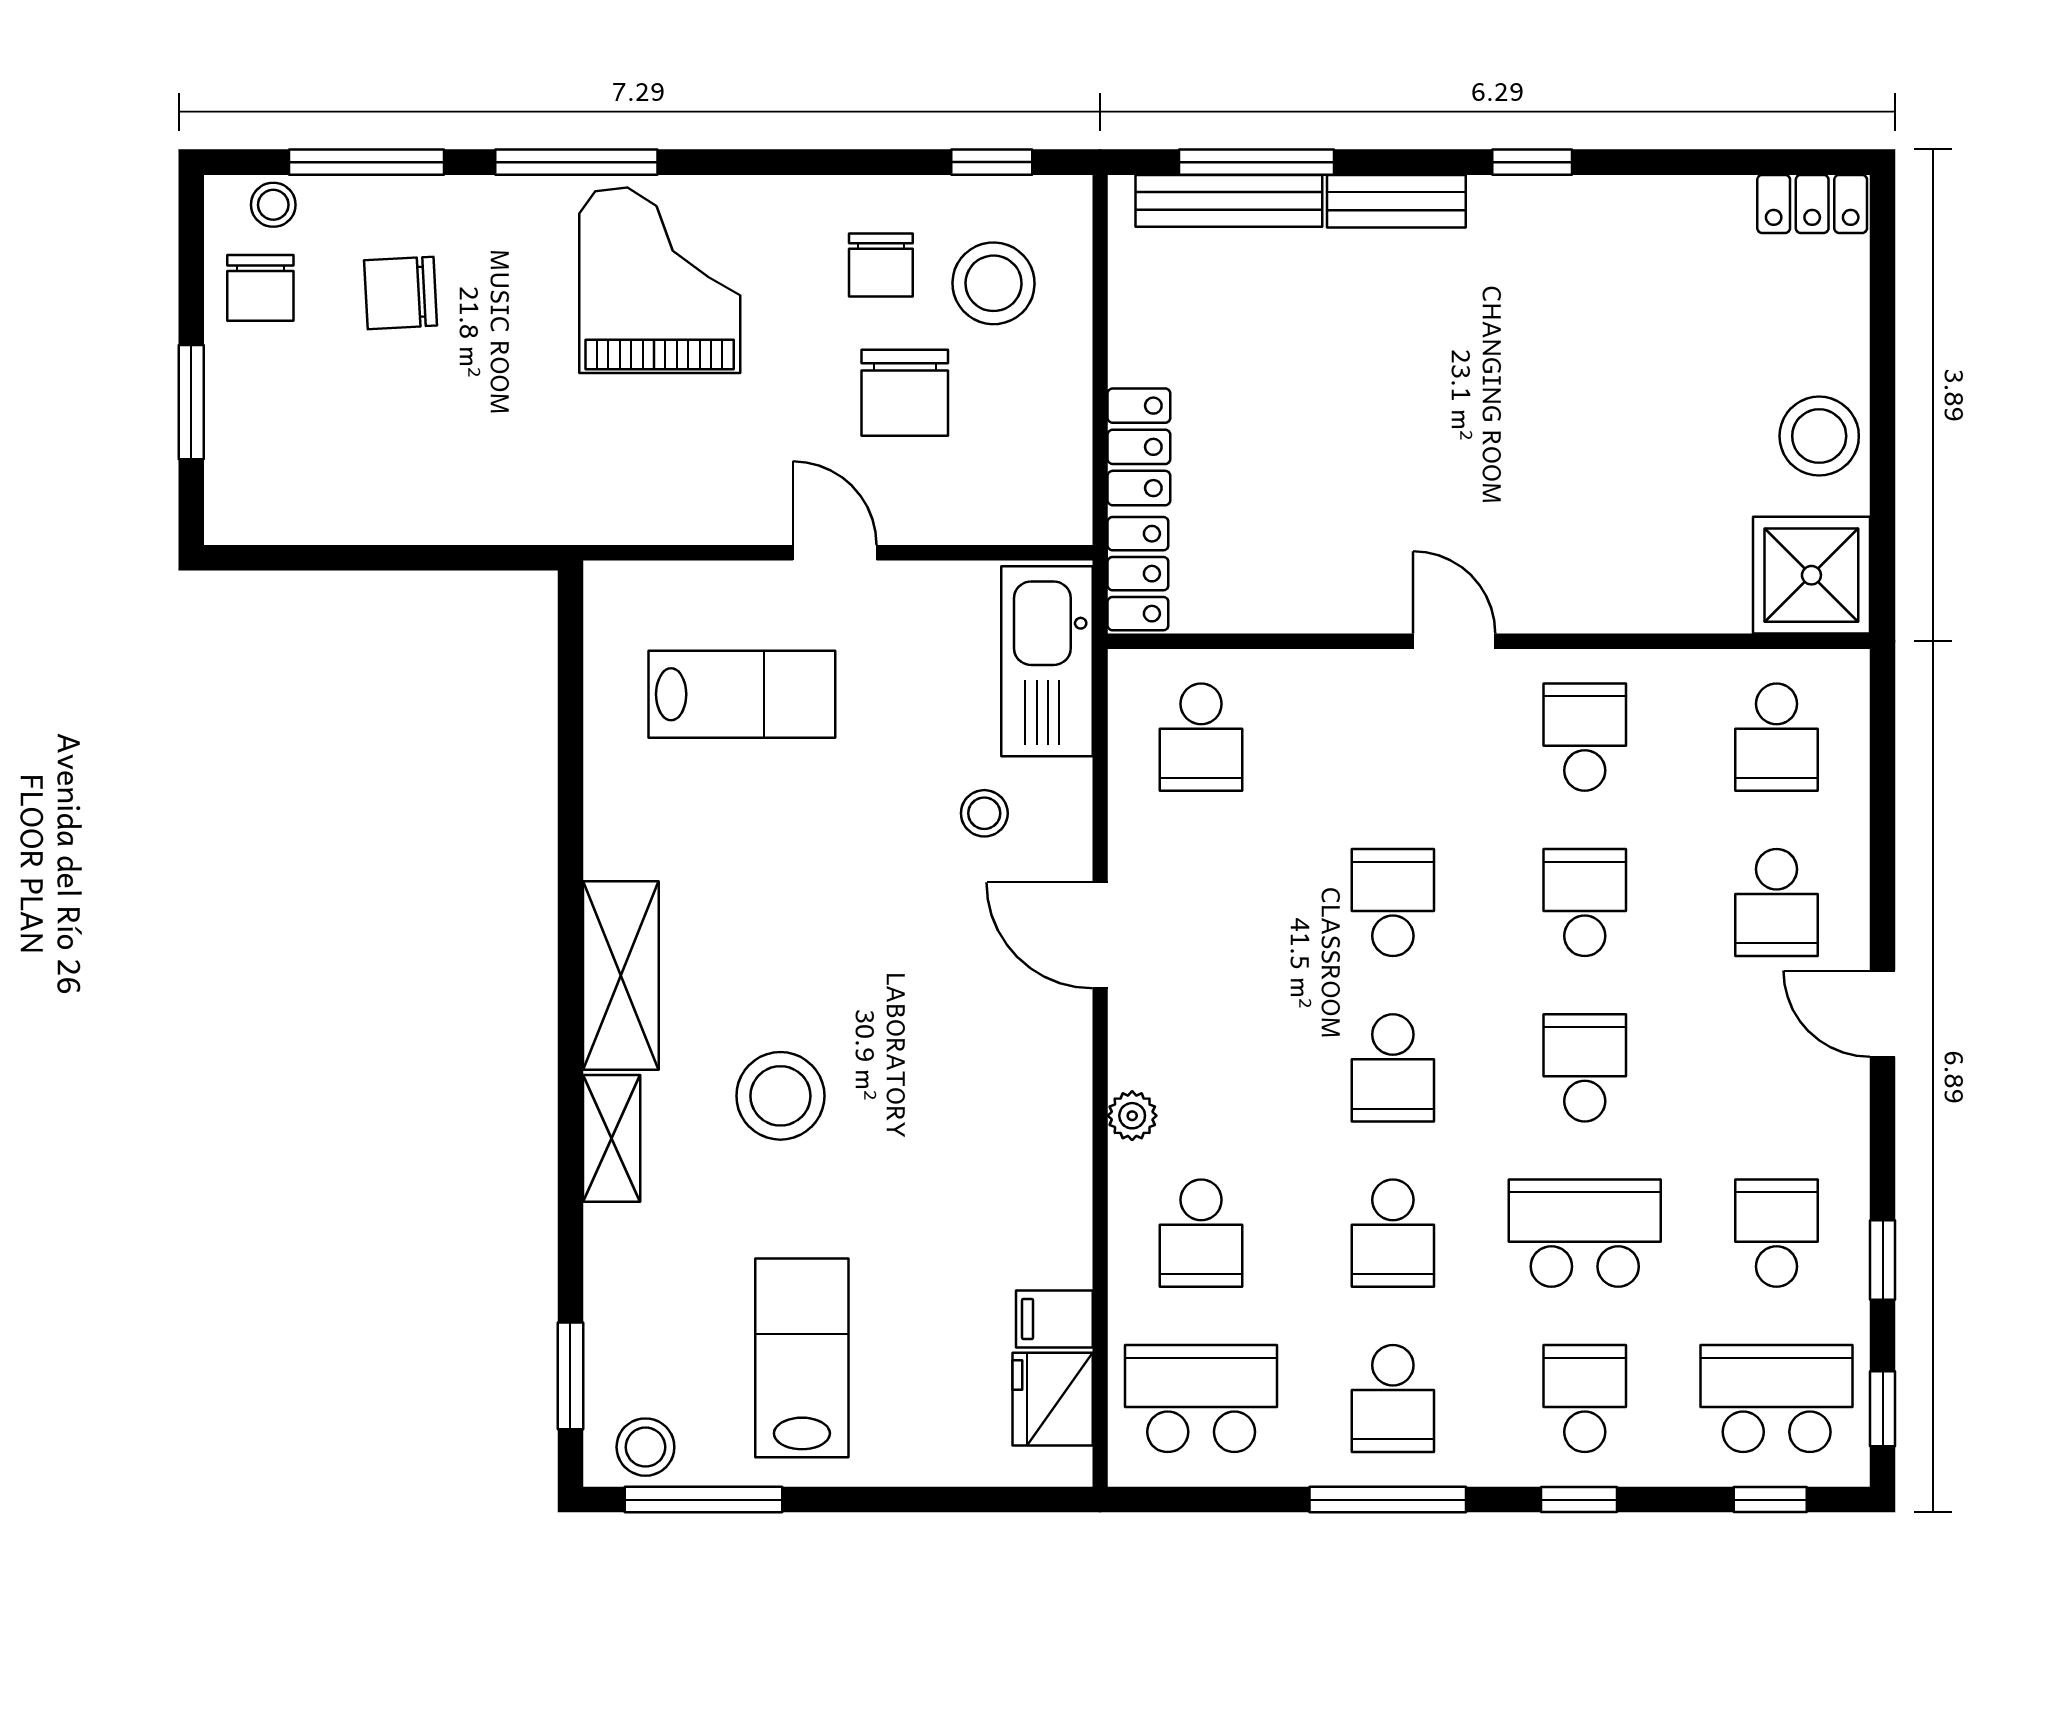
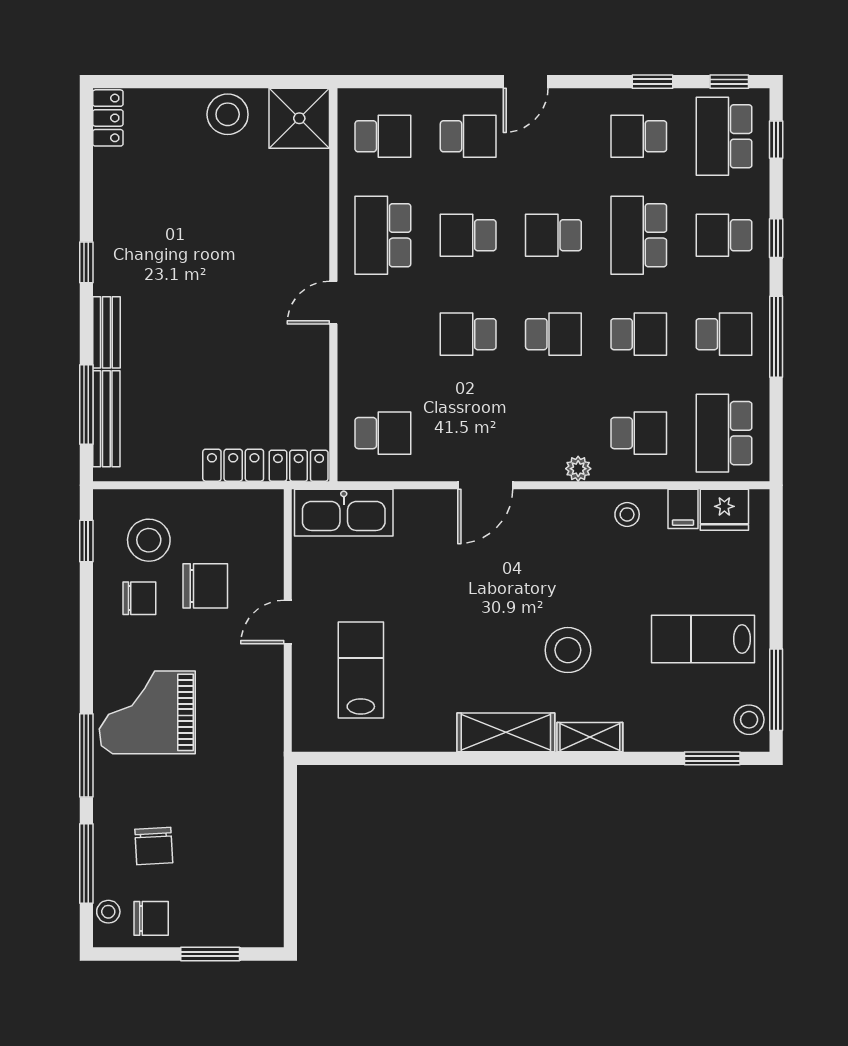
school desk: (1585, 737) -> (383, 235), width x1.85
stool: (984, 813) -> (627, 514), moved

